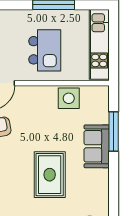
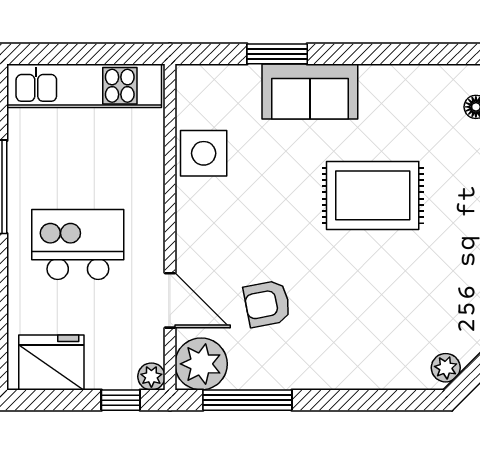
kitchen island: (45, 50) -> (78, 244), moved
window: (114, 131) -> (277, 54), width x0.69

